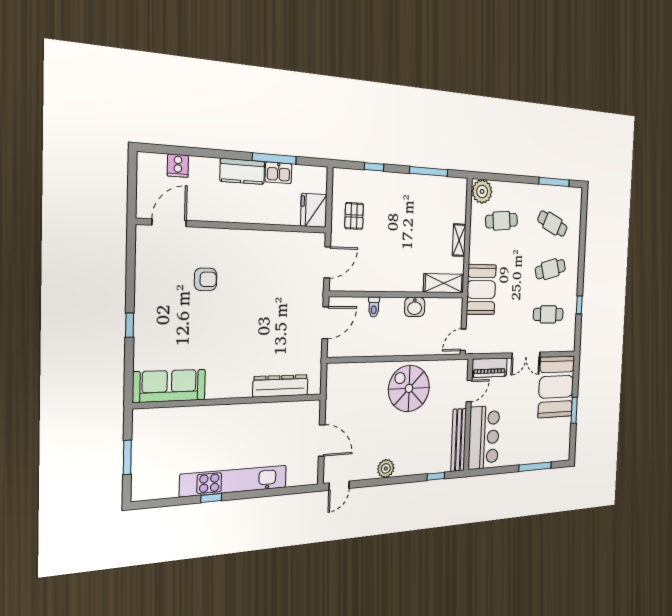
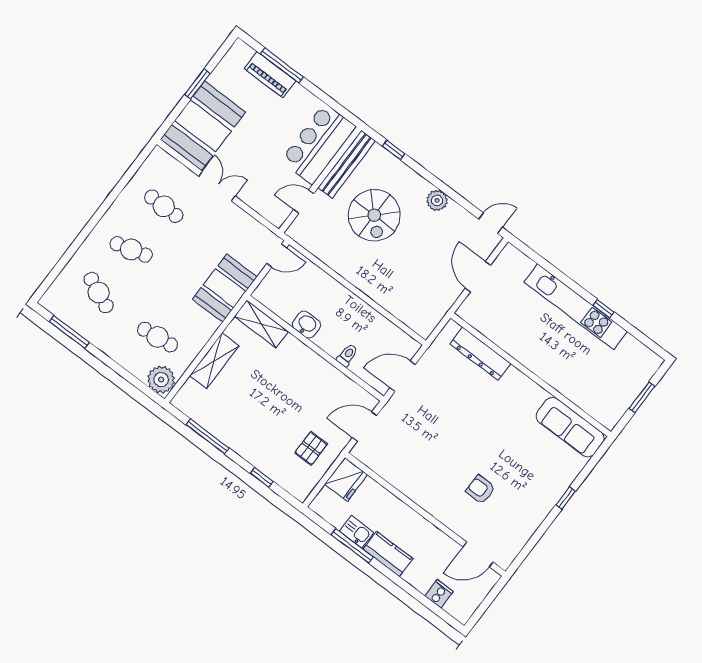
shelving: (459, 240) -> (214, 361), width x1.50, depth x1.33
window: (579, 305) -> (119, 187), removed
piano: (490, 368) -> (270, 75), moved, turned 180
spiral stairs: (409, 388) -> (374, 215), moved

